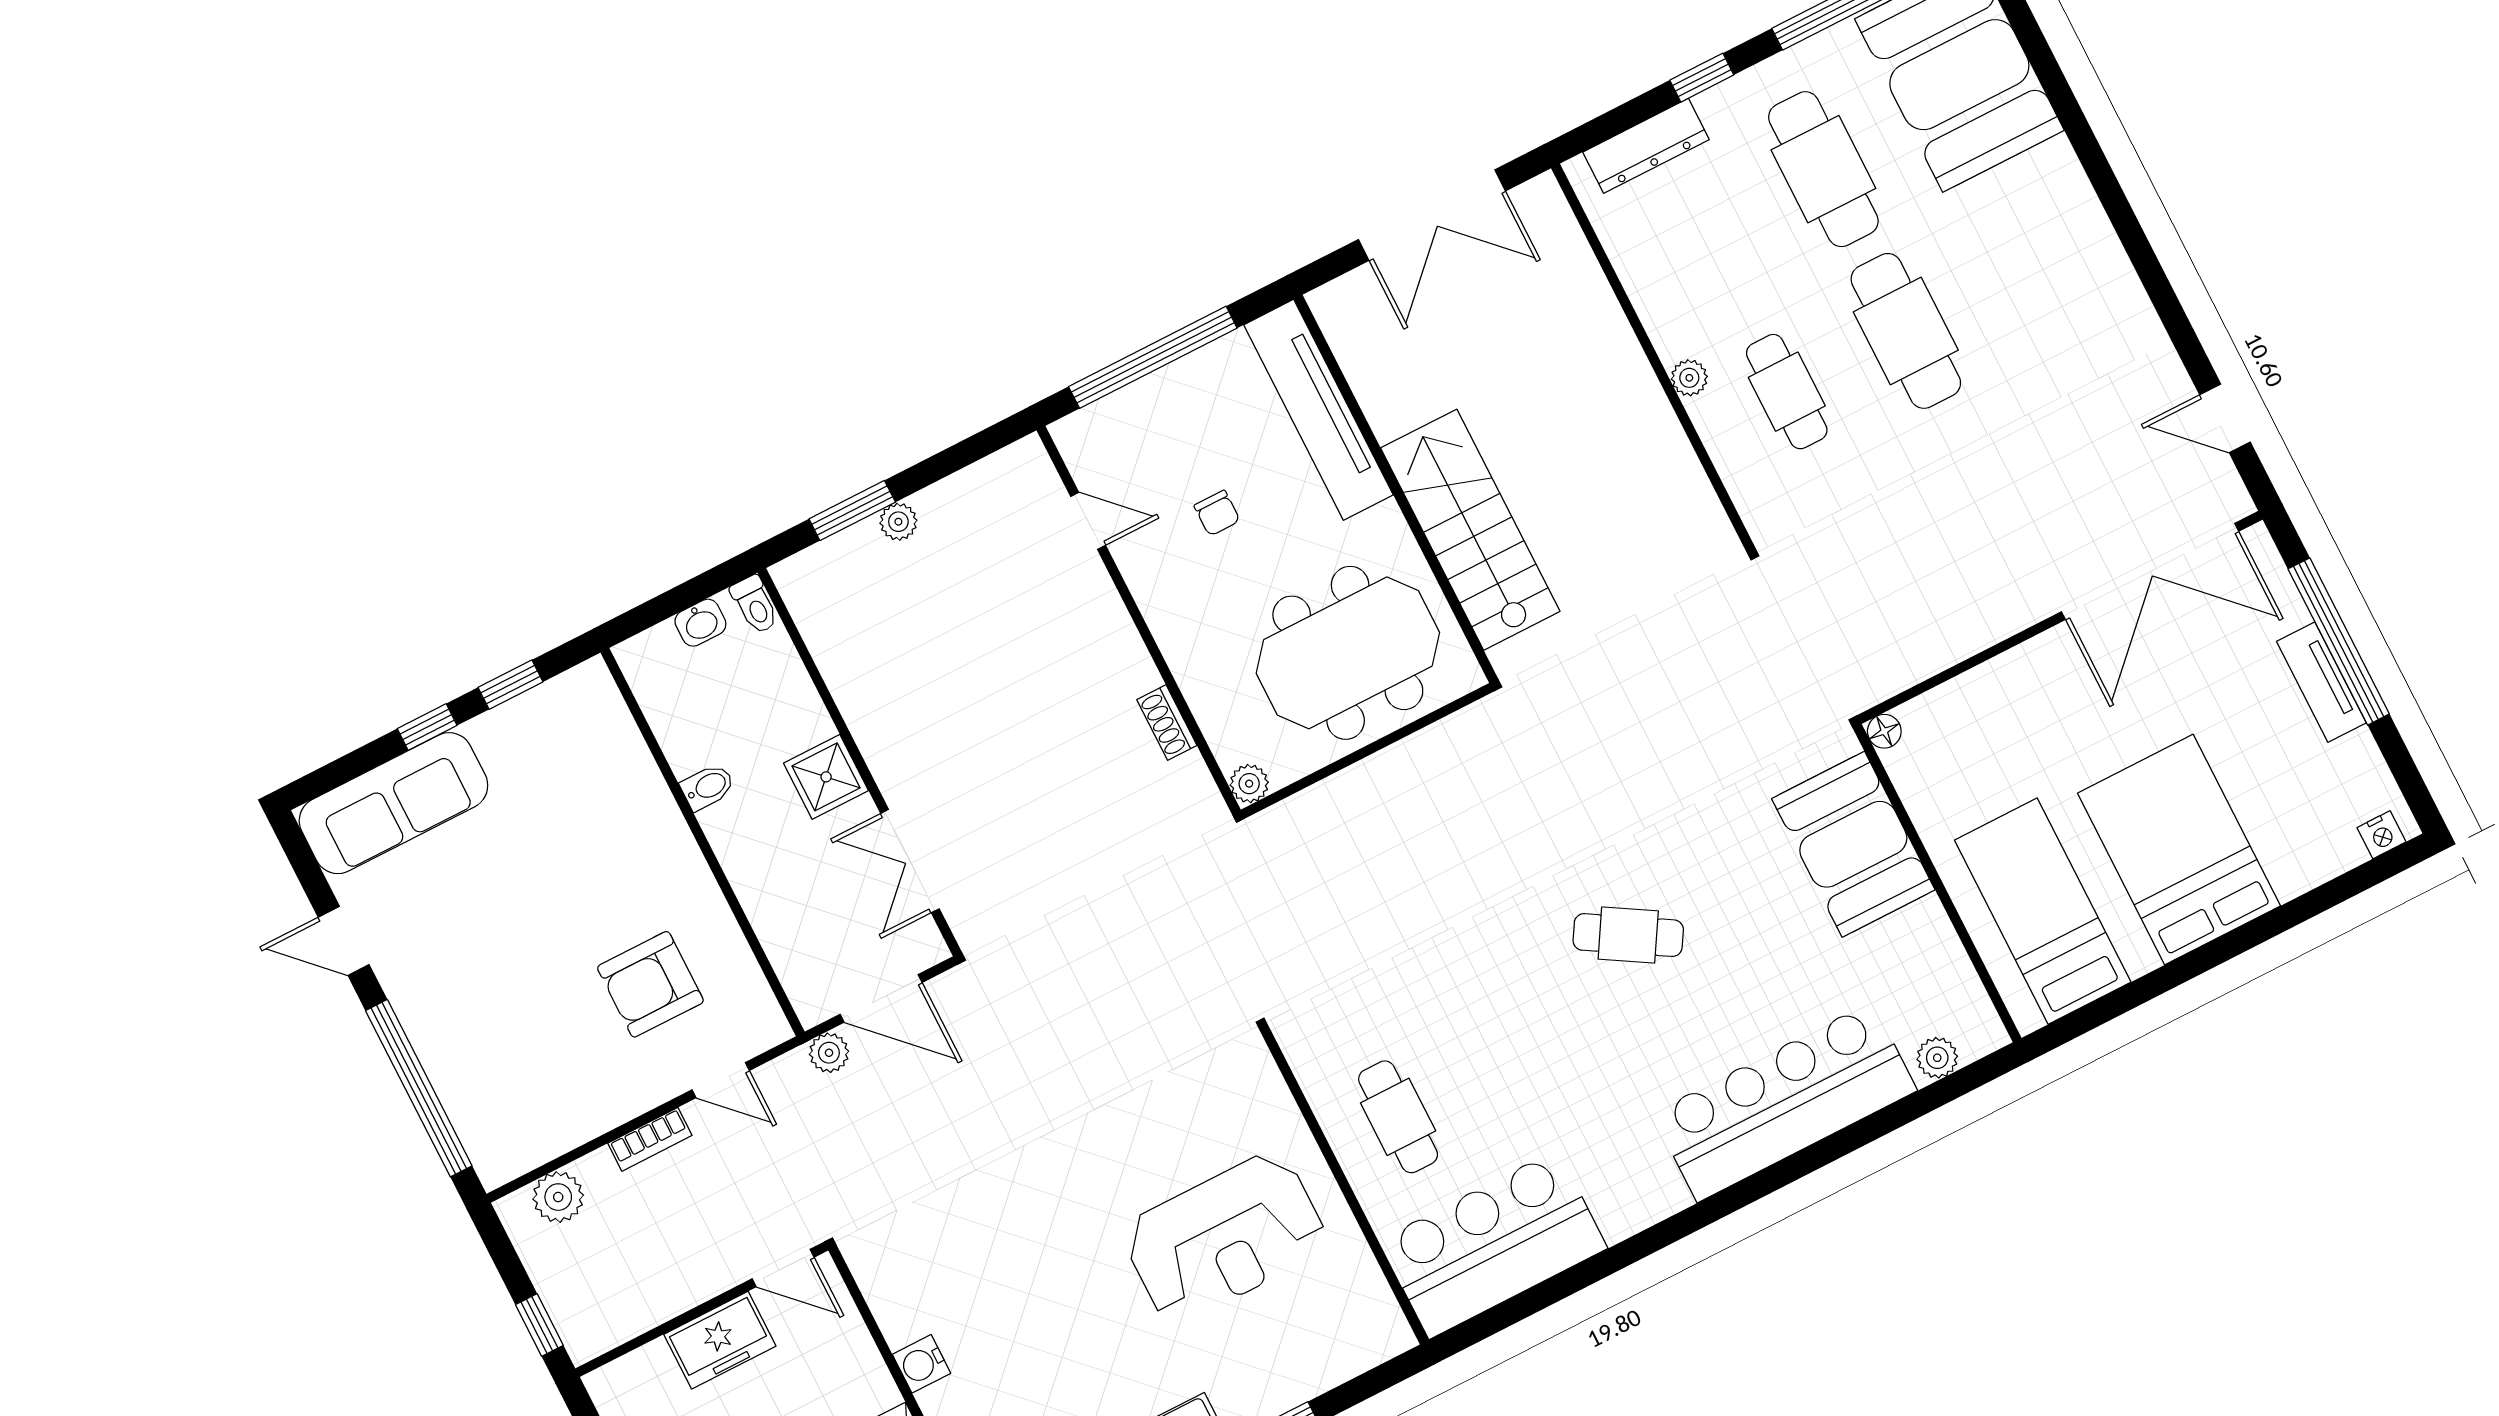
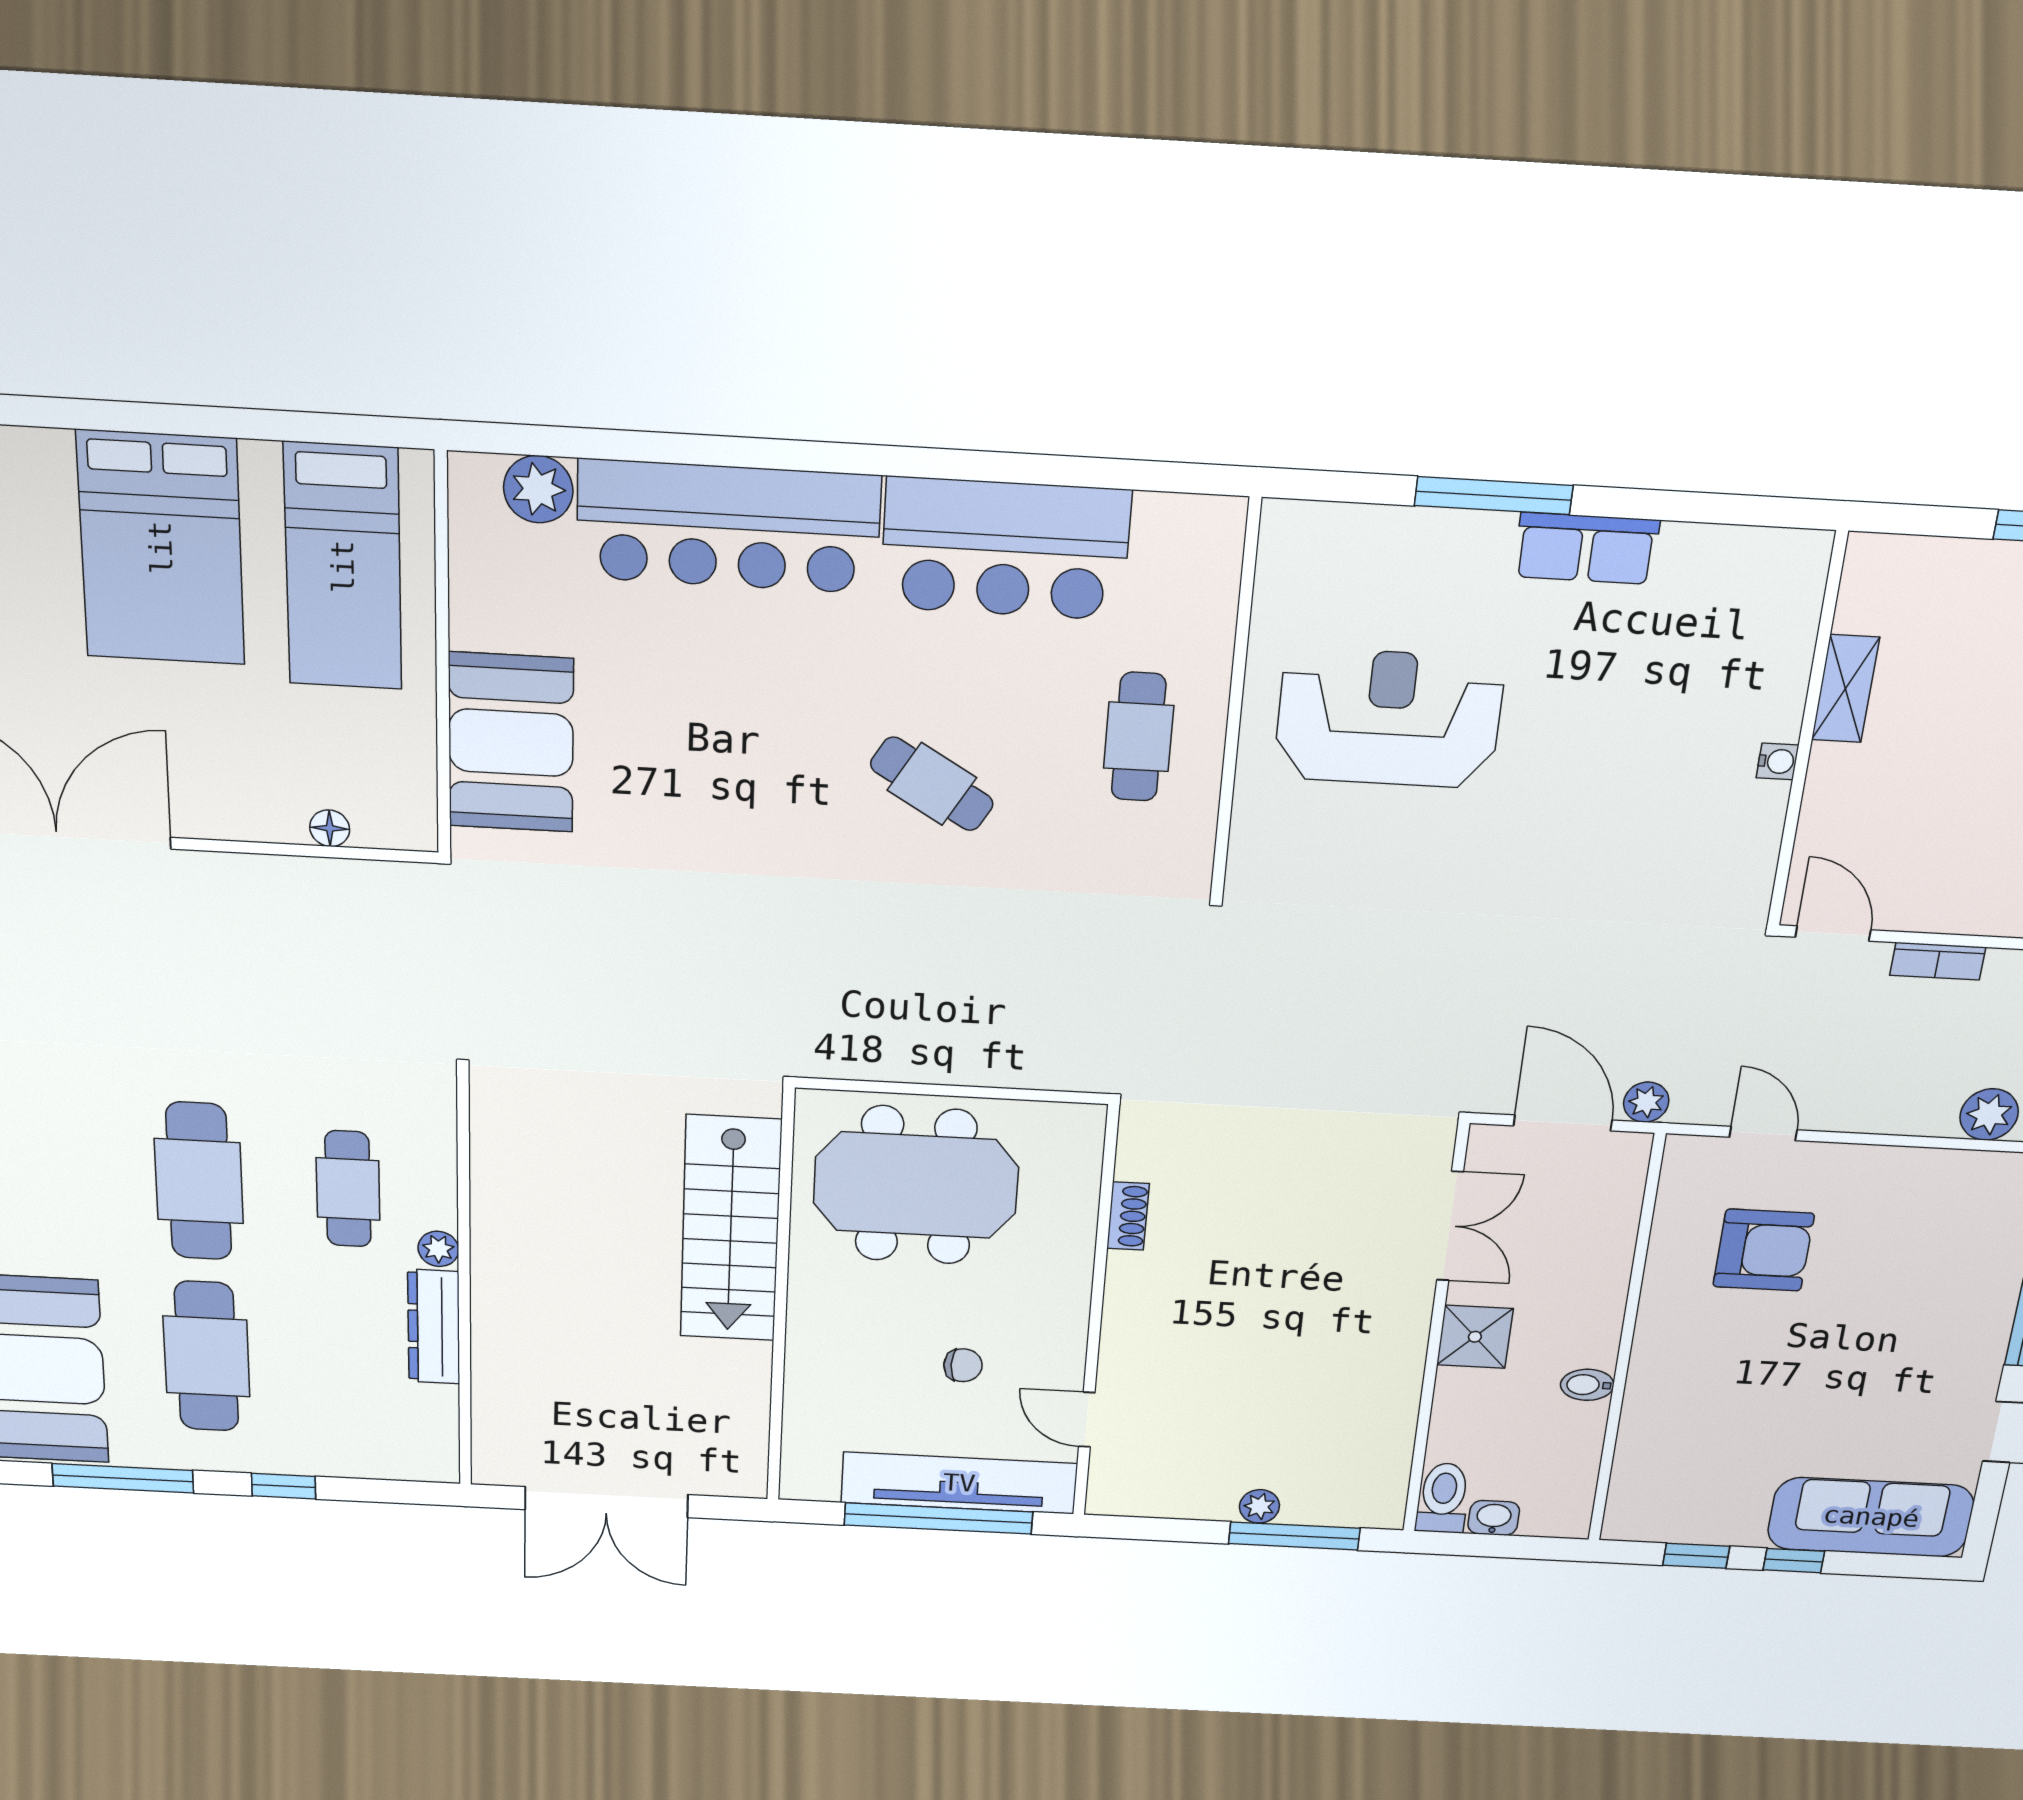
dresser: (1646, 146) -> (434, 1327), moved, turned -90
double door: (1432, 215) -> (606, 1502), swing flipped
tv unit: (1319, 410) -> (959, 1483), moved, turned -90
window: (852, 511) -> (1294, 1536), width x1.44
chair: (1217, 513) -> (963, 1365), turned 90
toilet: (755, 605) -> (1443, 1498), width x1.37, depth x1.39
floor lamp: (1884, 731) -> (330, 828), moved
plant: (1249, 784) -> (1085, 1122), removed
cafe table: (1628, 935) -> (932, 784), moved
plant: (1937, 1058) -> (538, 489), width x1.38, depth x1.38
bookcase: (650, 1139) -> (1938, 961), moved, turned 180
bar counter: (1493, 1244) -> (1005, 549), moved
freezer: (720, 1340) -> (1942, 901), removed
water cooler: (921, 1364) -> (1778, 761), width x0.72, depth x0.72

